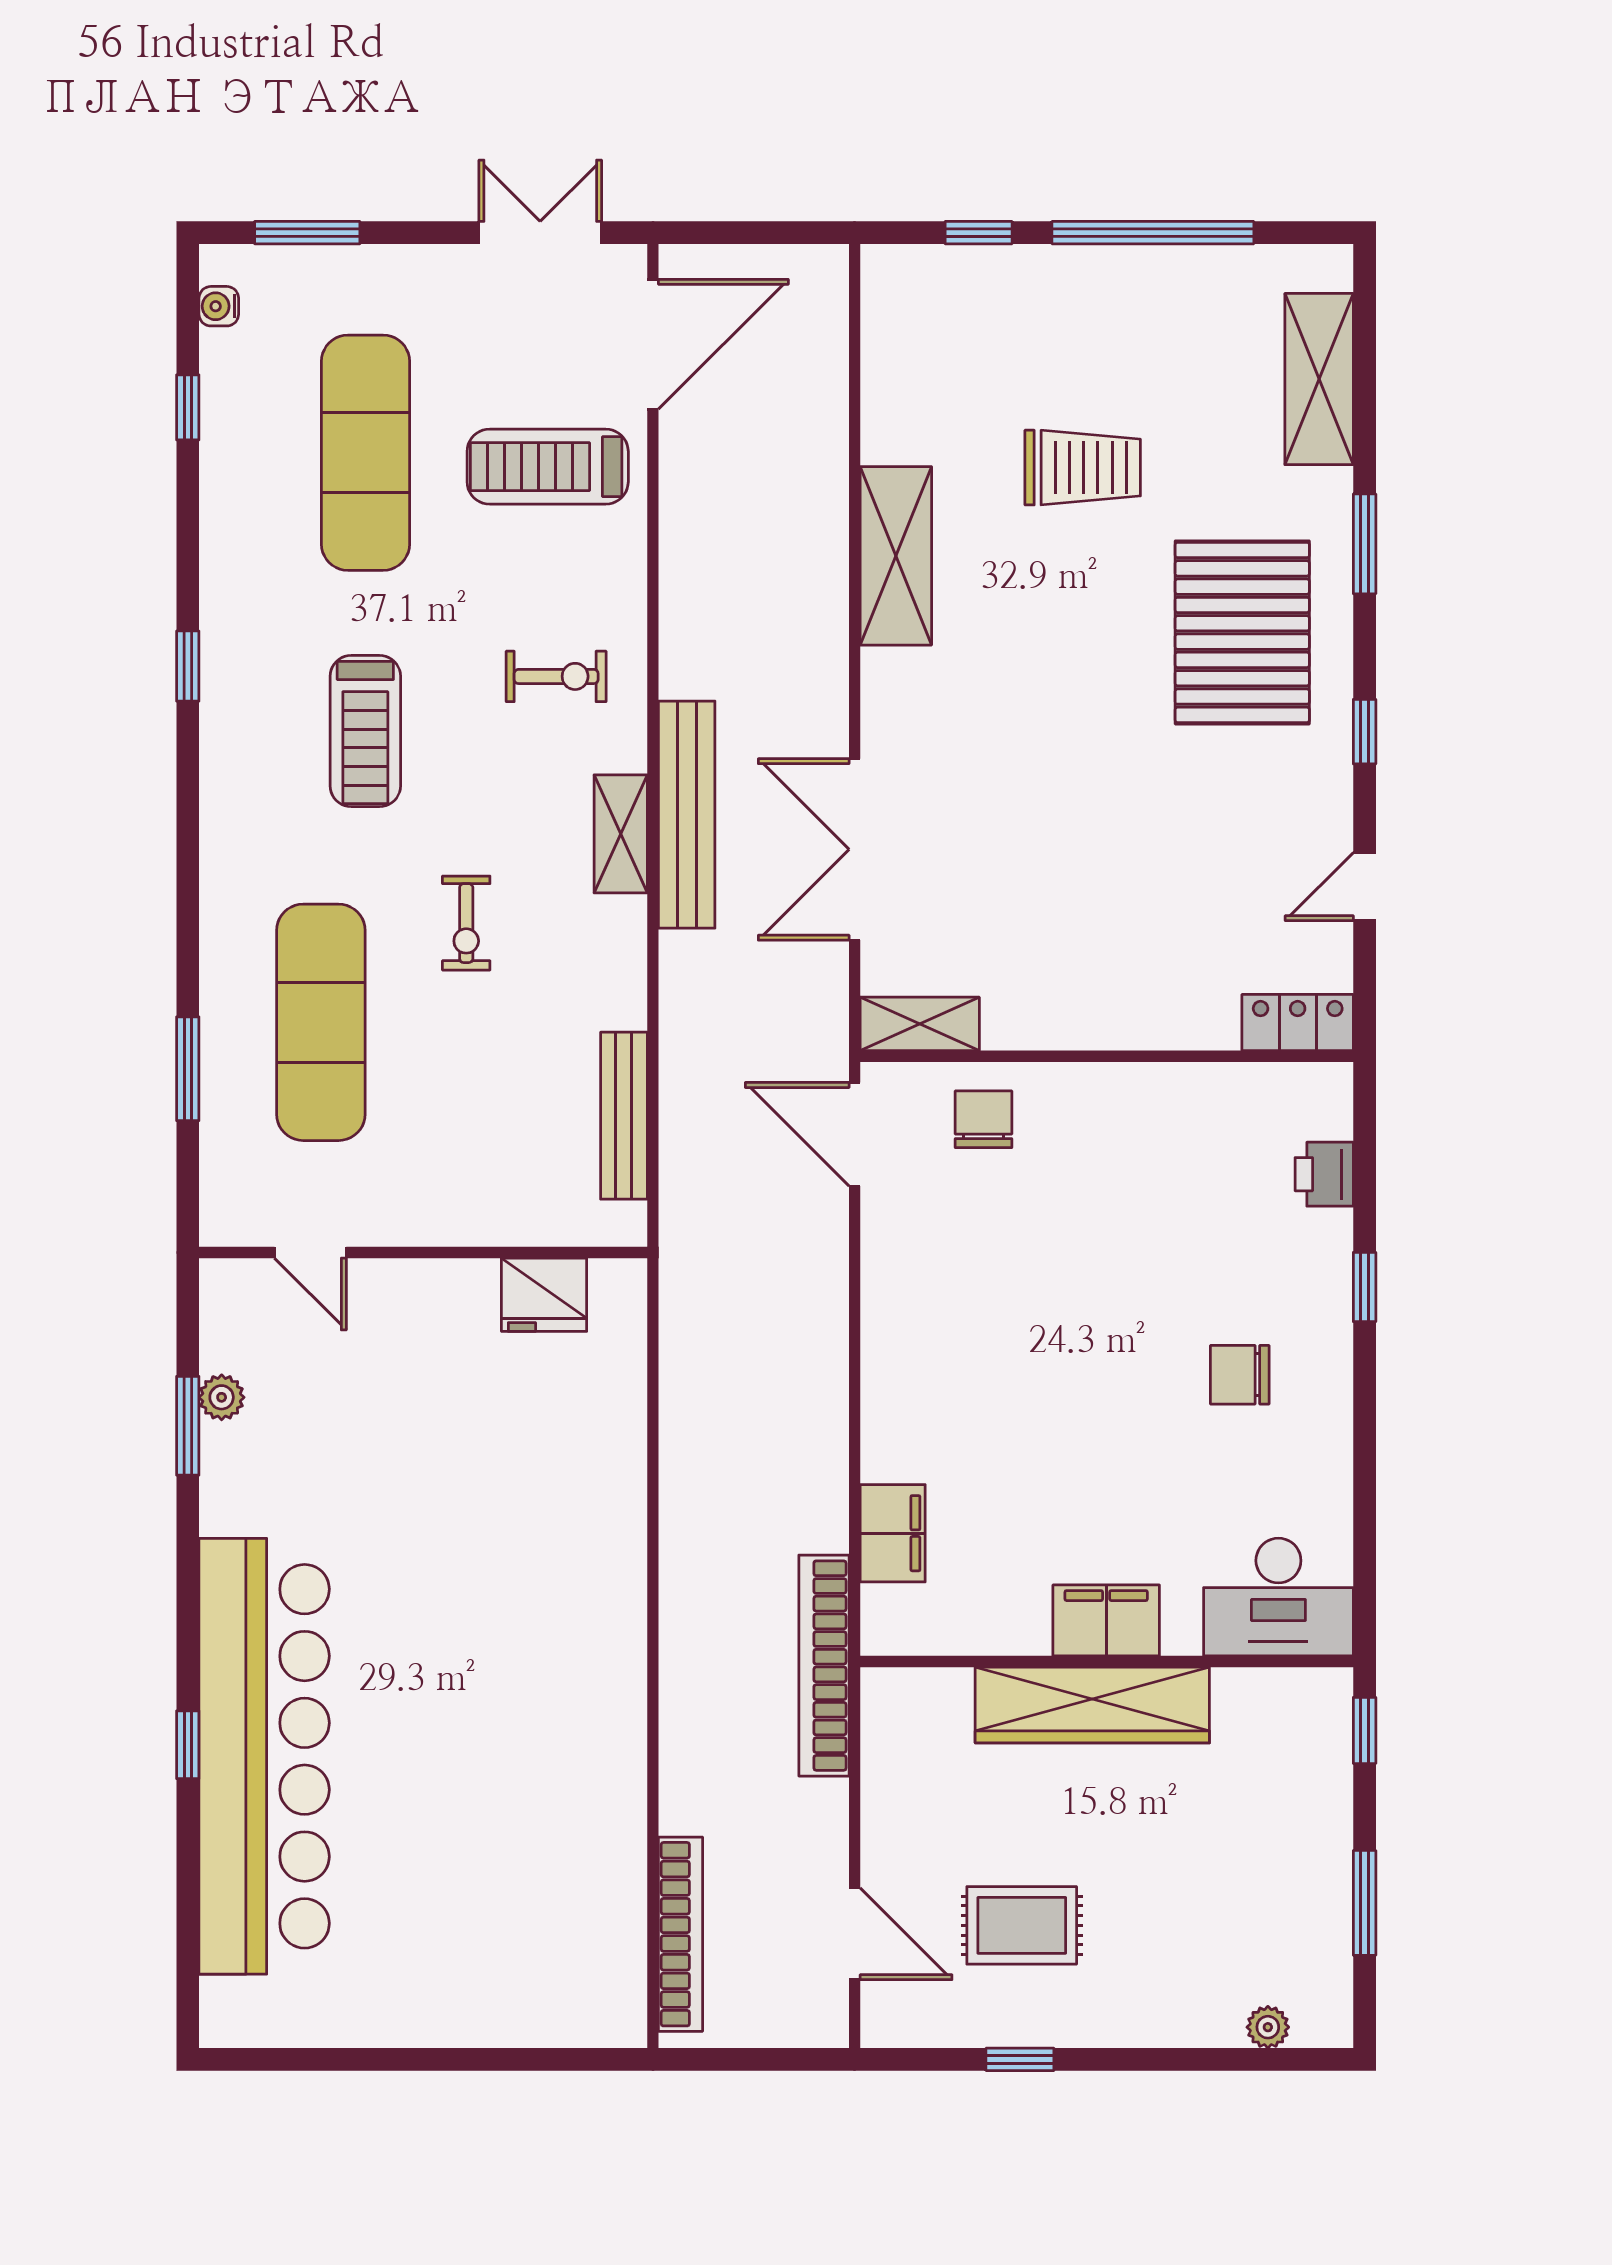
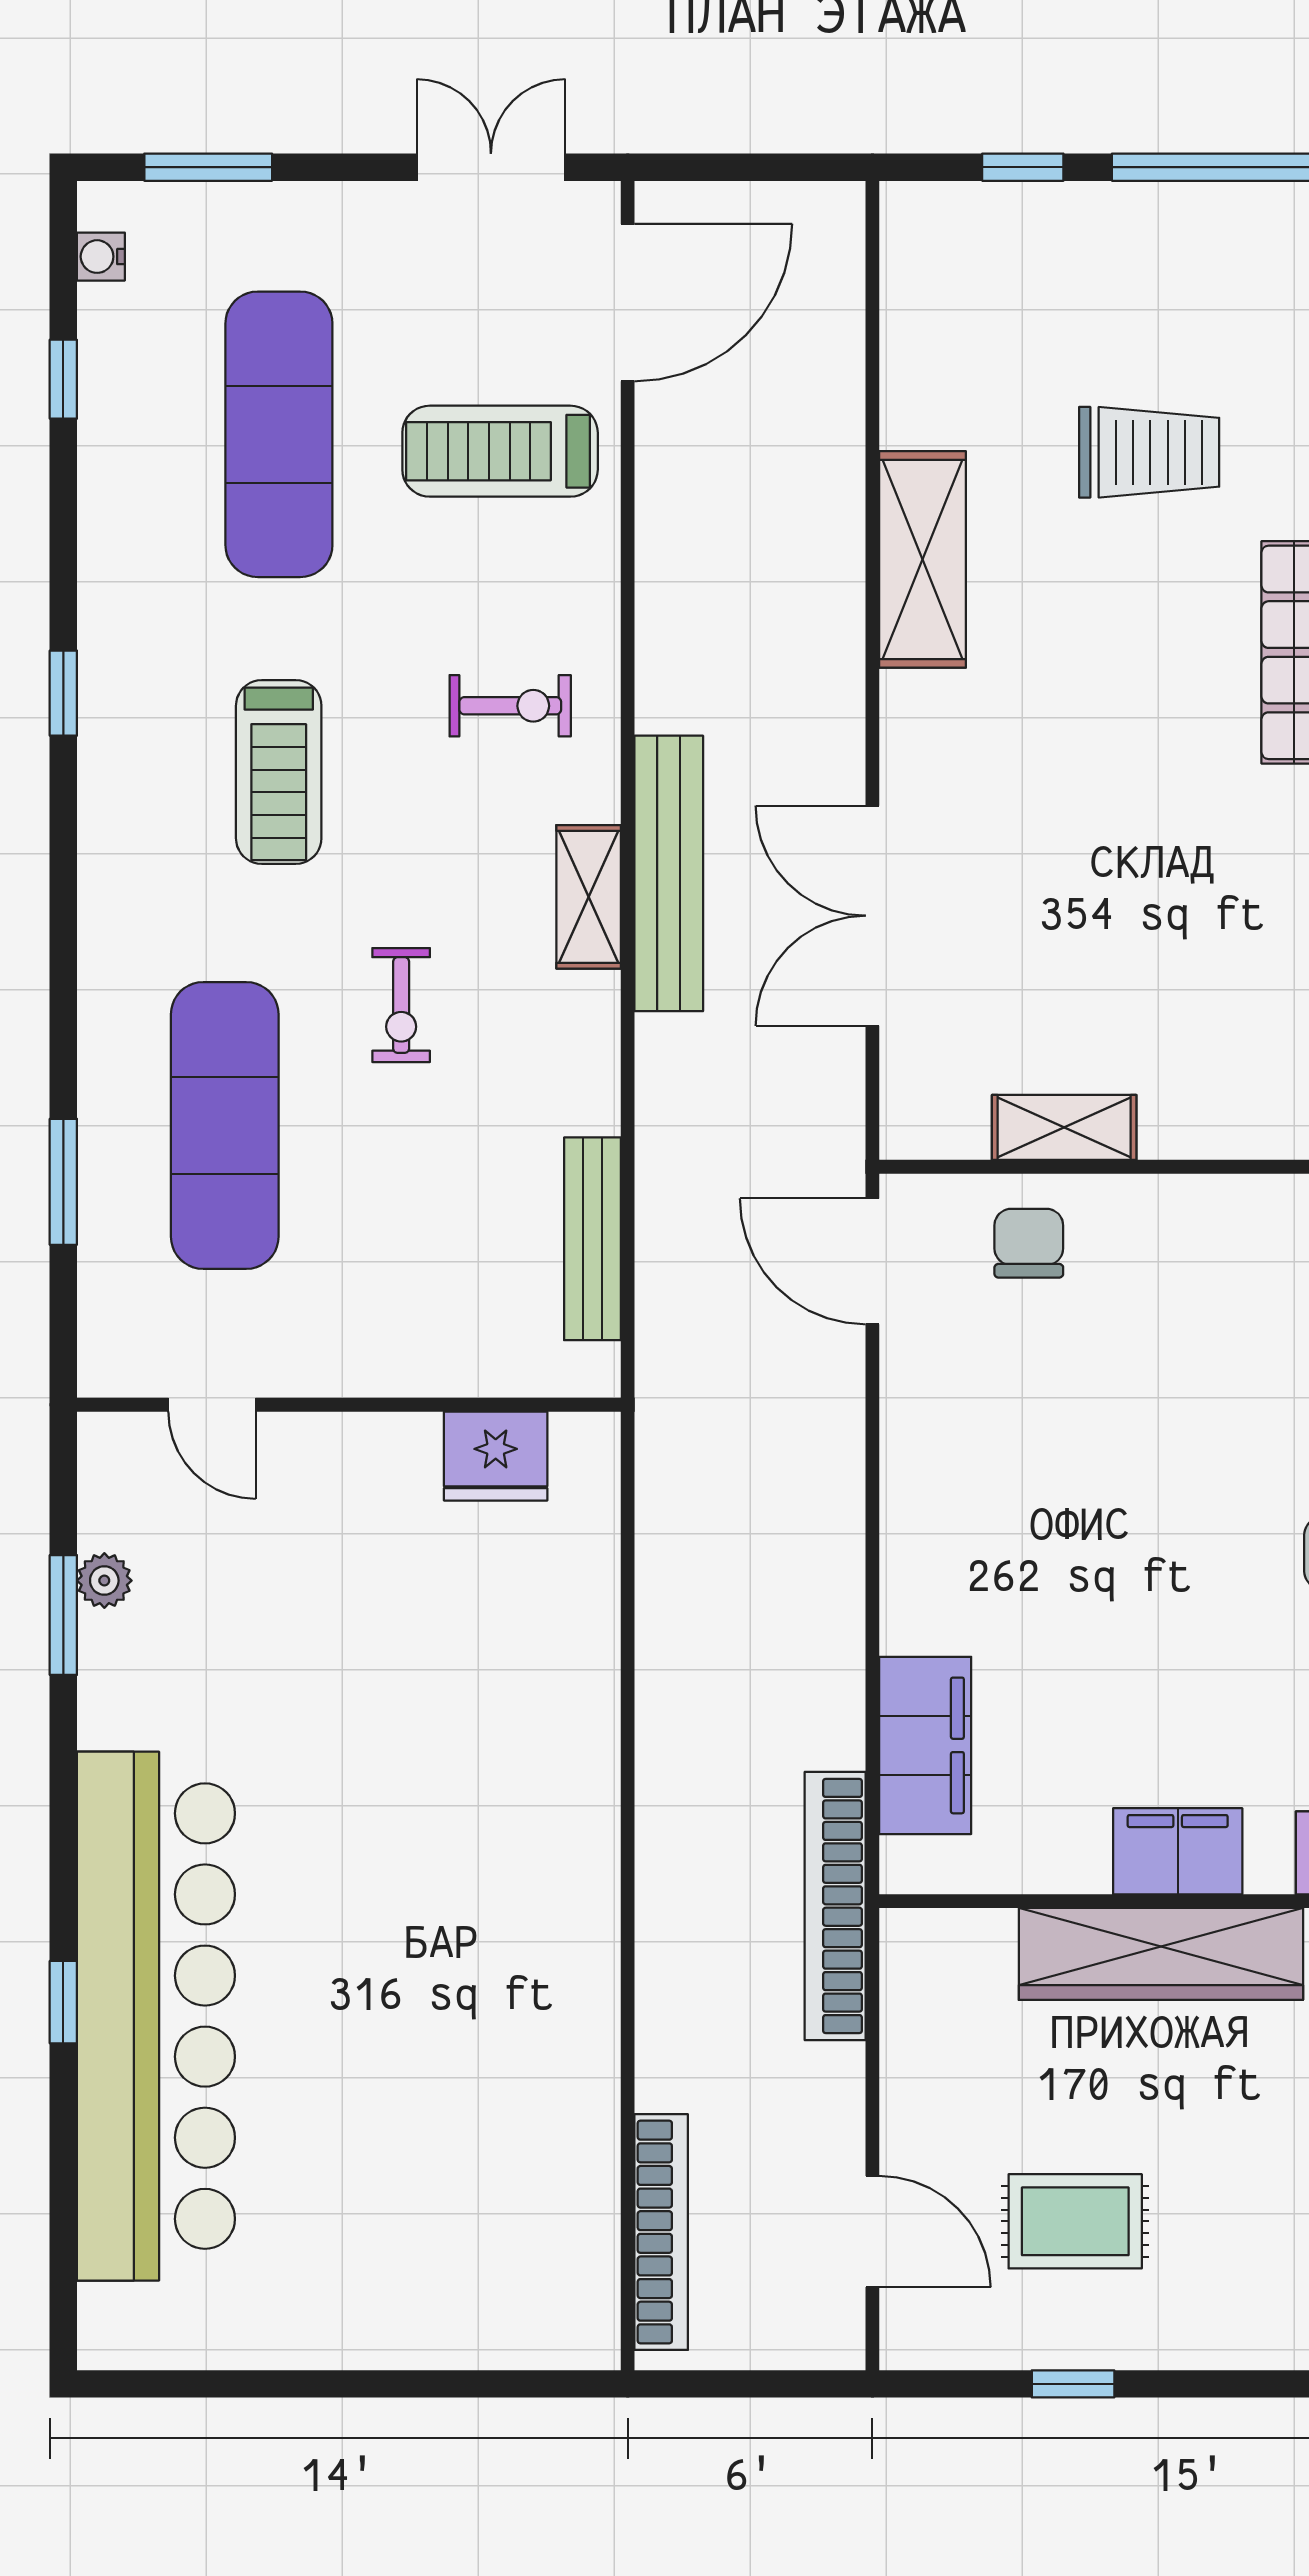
shelving: (920, 1024) -> (1064, 1127), moved
filing cabinet: (893, 1533) -> (925, 1745), width x1.50, depth x1.17

